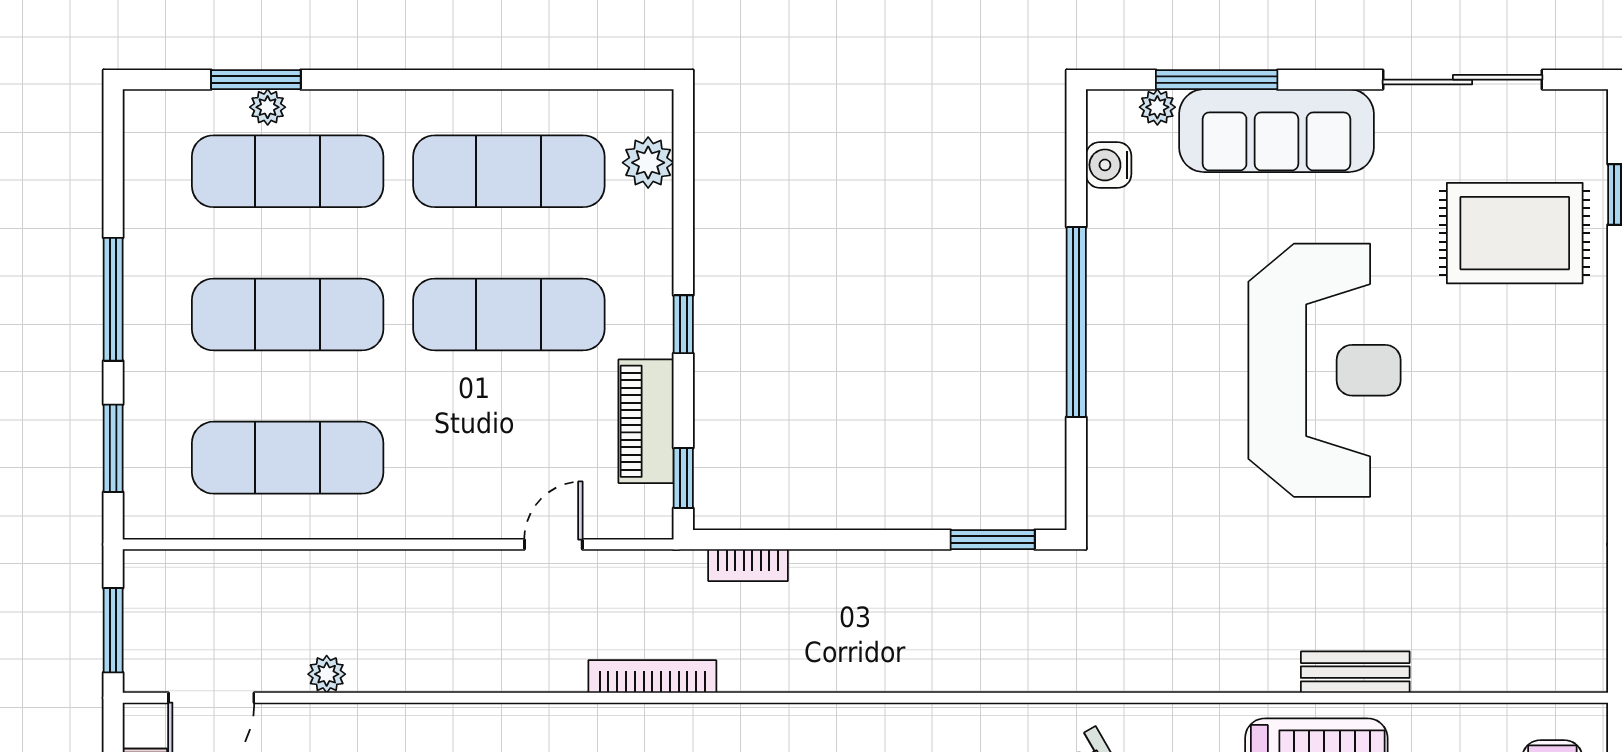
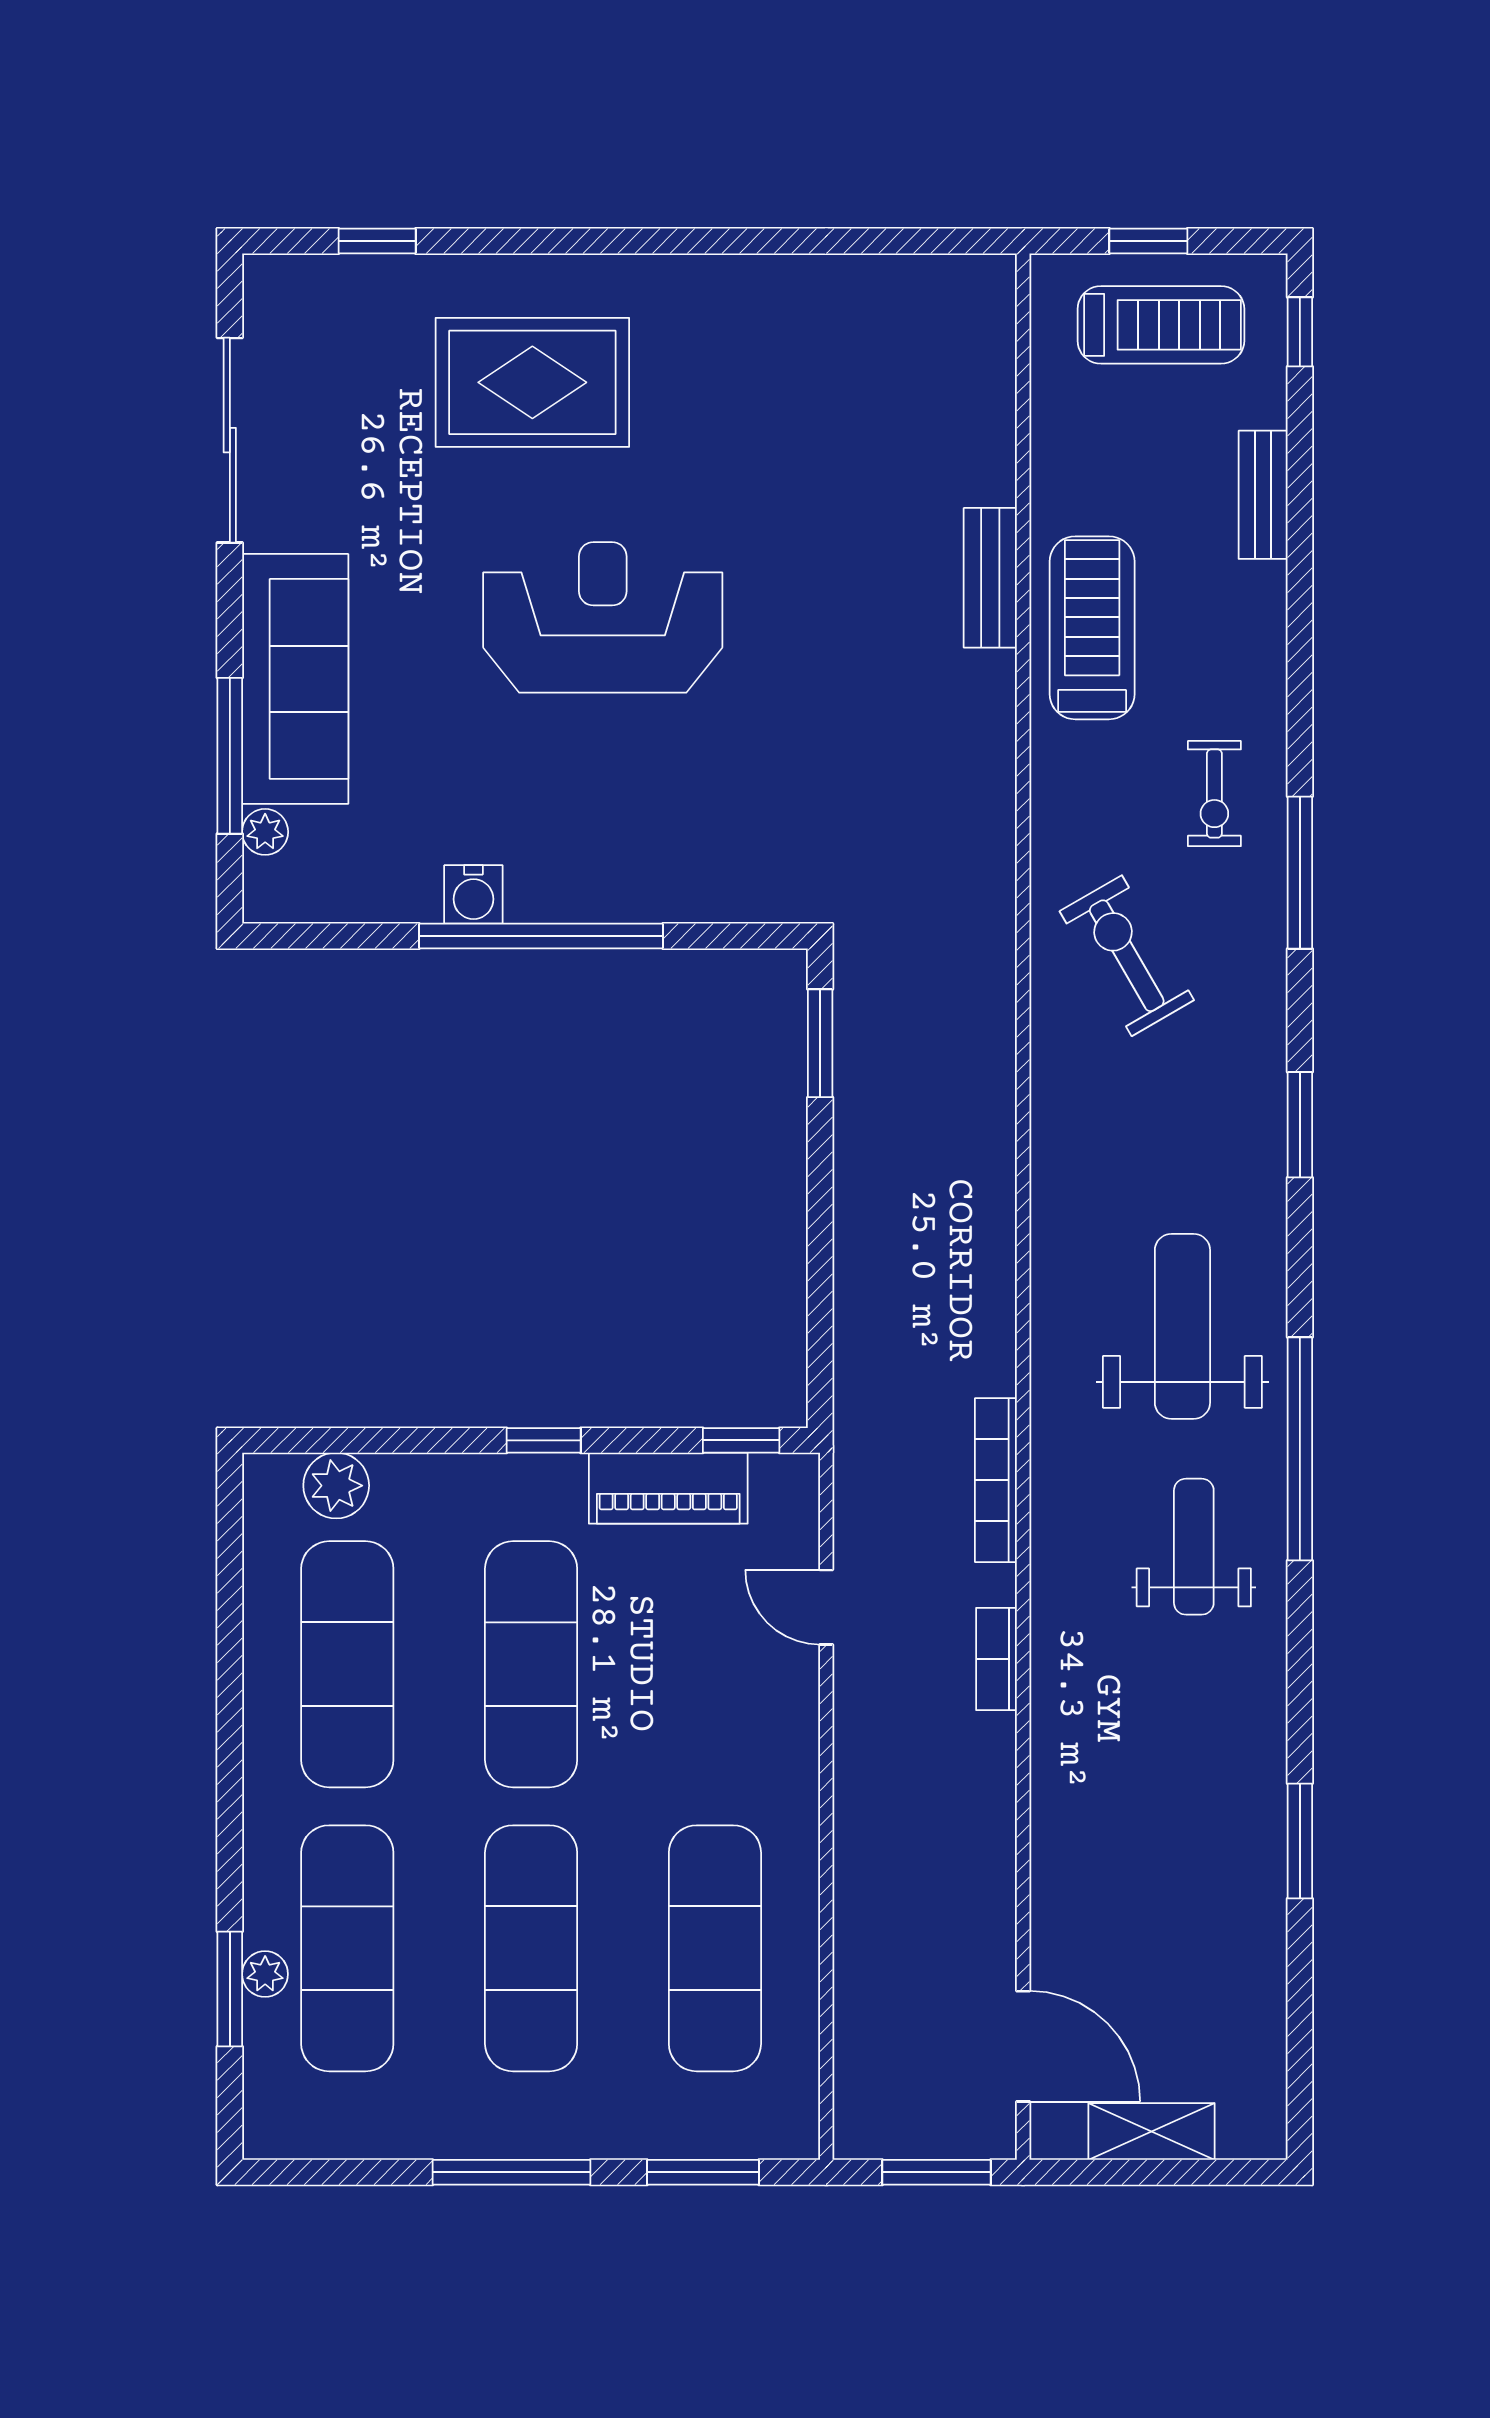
water cooler: (1109, 165) -> (473, 894), moved
rug: (1515, 233) -> (532, 382), moved, turned 90
reception desk: (1324, 370) -> (603, 617), width x0.74, depth x0.77
bookcase: (748, 565) -> (997, 1659), moved, turned 180
plant: (327, 674) -> (993, 1898), removed

